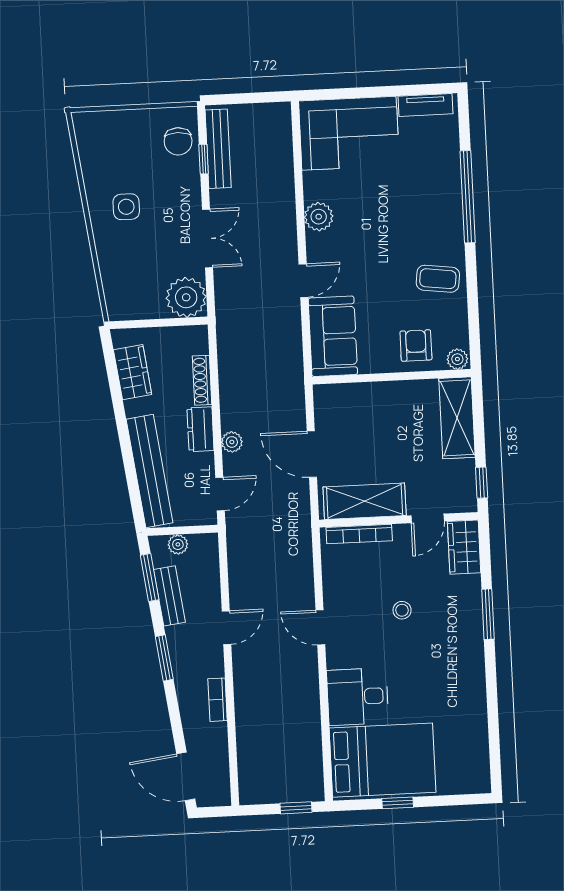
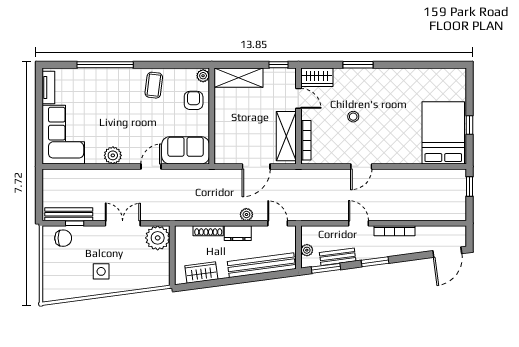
door: (303, 281) -> (151, 166), hinge flipped
armchair: (416, 345) -> (194, 100), turned 90
desk: (358, 697) -> (404, 146), removed
bookcase: (218, 700) -> (395, 231), width x1.56

